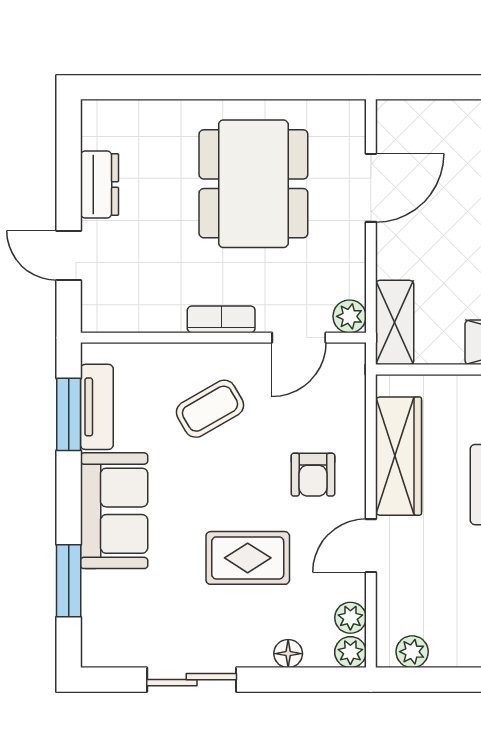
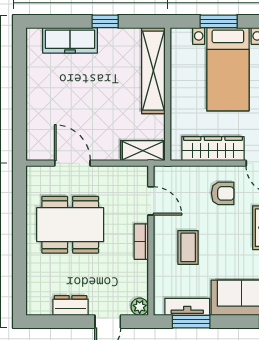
plant: (350, 316) -> (140, 307), moved
coffee table: (210, 409) -> (188, 247), turned 30

